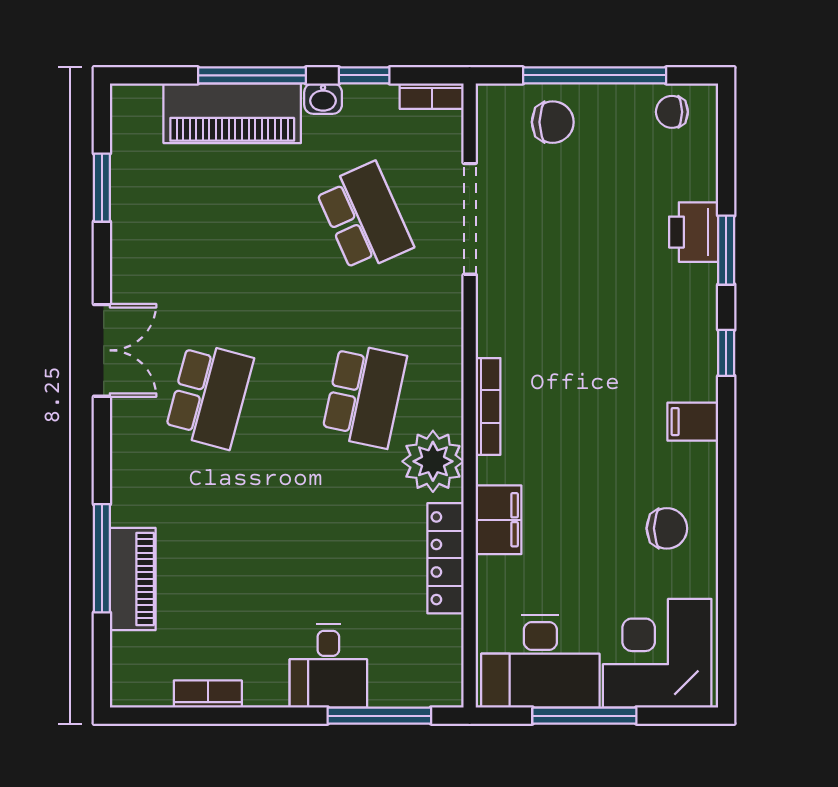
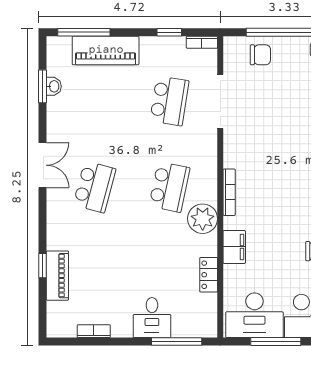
window: (252, 75) -> (84, 32), moved
washbasin: (323, 99) -> (54, 86), moved, turned -90
school desk: (364, 218) -> (169, 101), turned 33
window: (102, 558) -> (43, 266), width x0.46
locker: (446, 558) -> (209, 275), width x0.66

